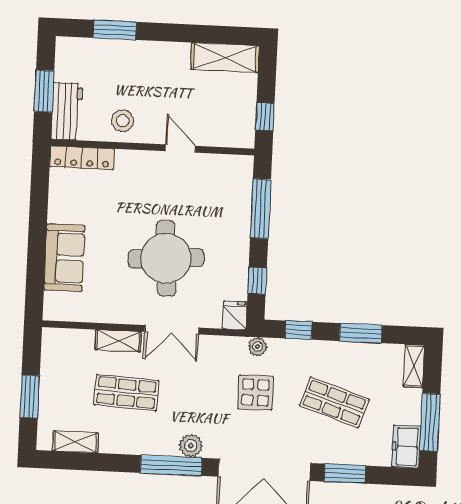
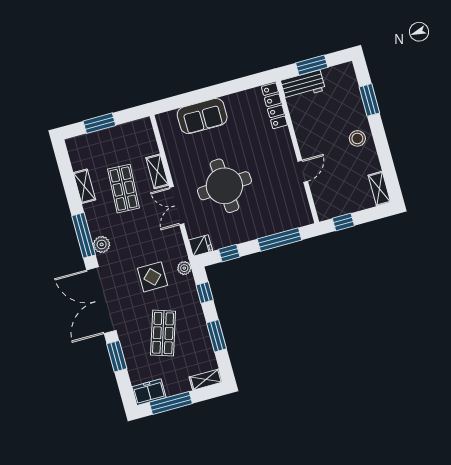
shelving: (225, 58) -> (379, 189), width x0.67, depth x0.75
stool: (123, 121) -> (357, 138), moved
shelving: (75, 442) -> (84, 186), moved

